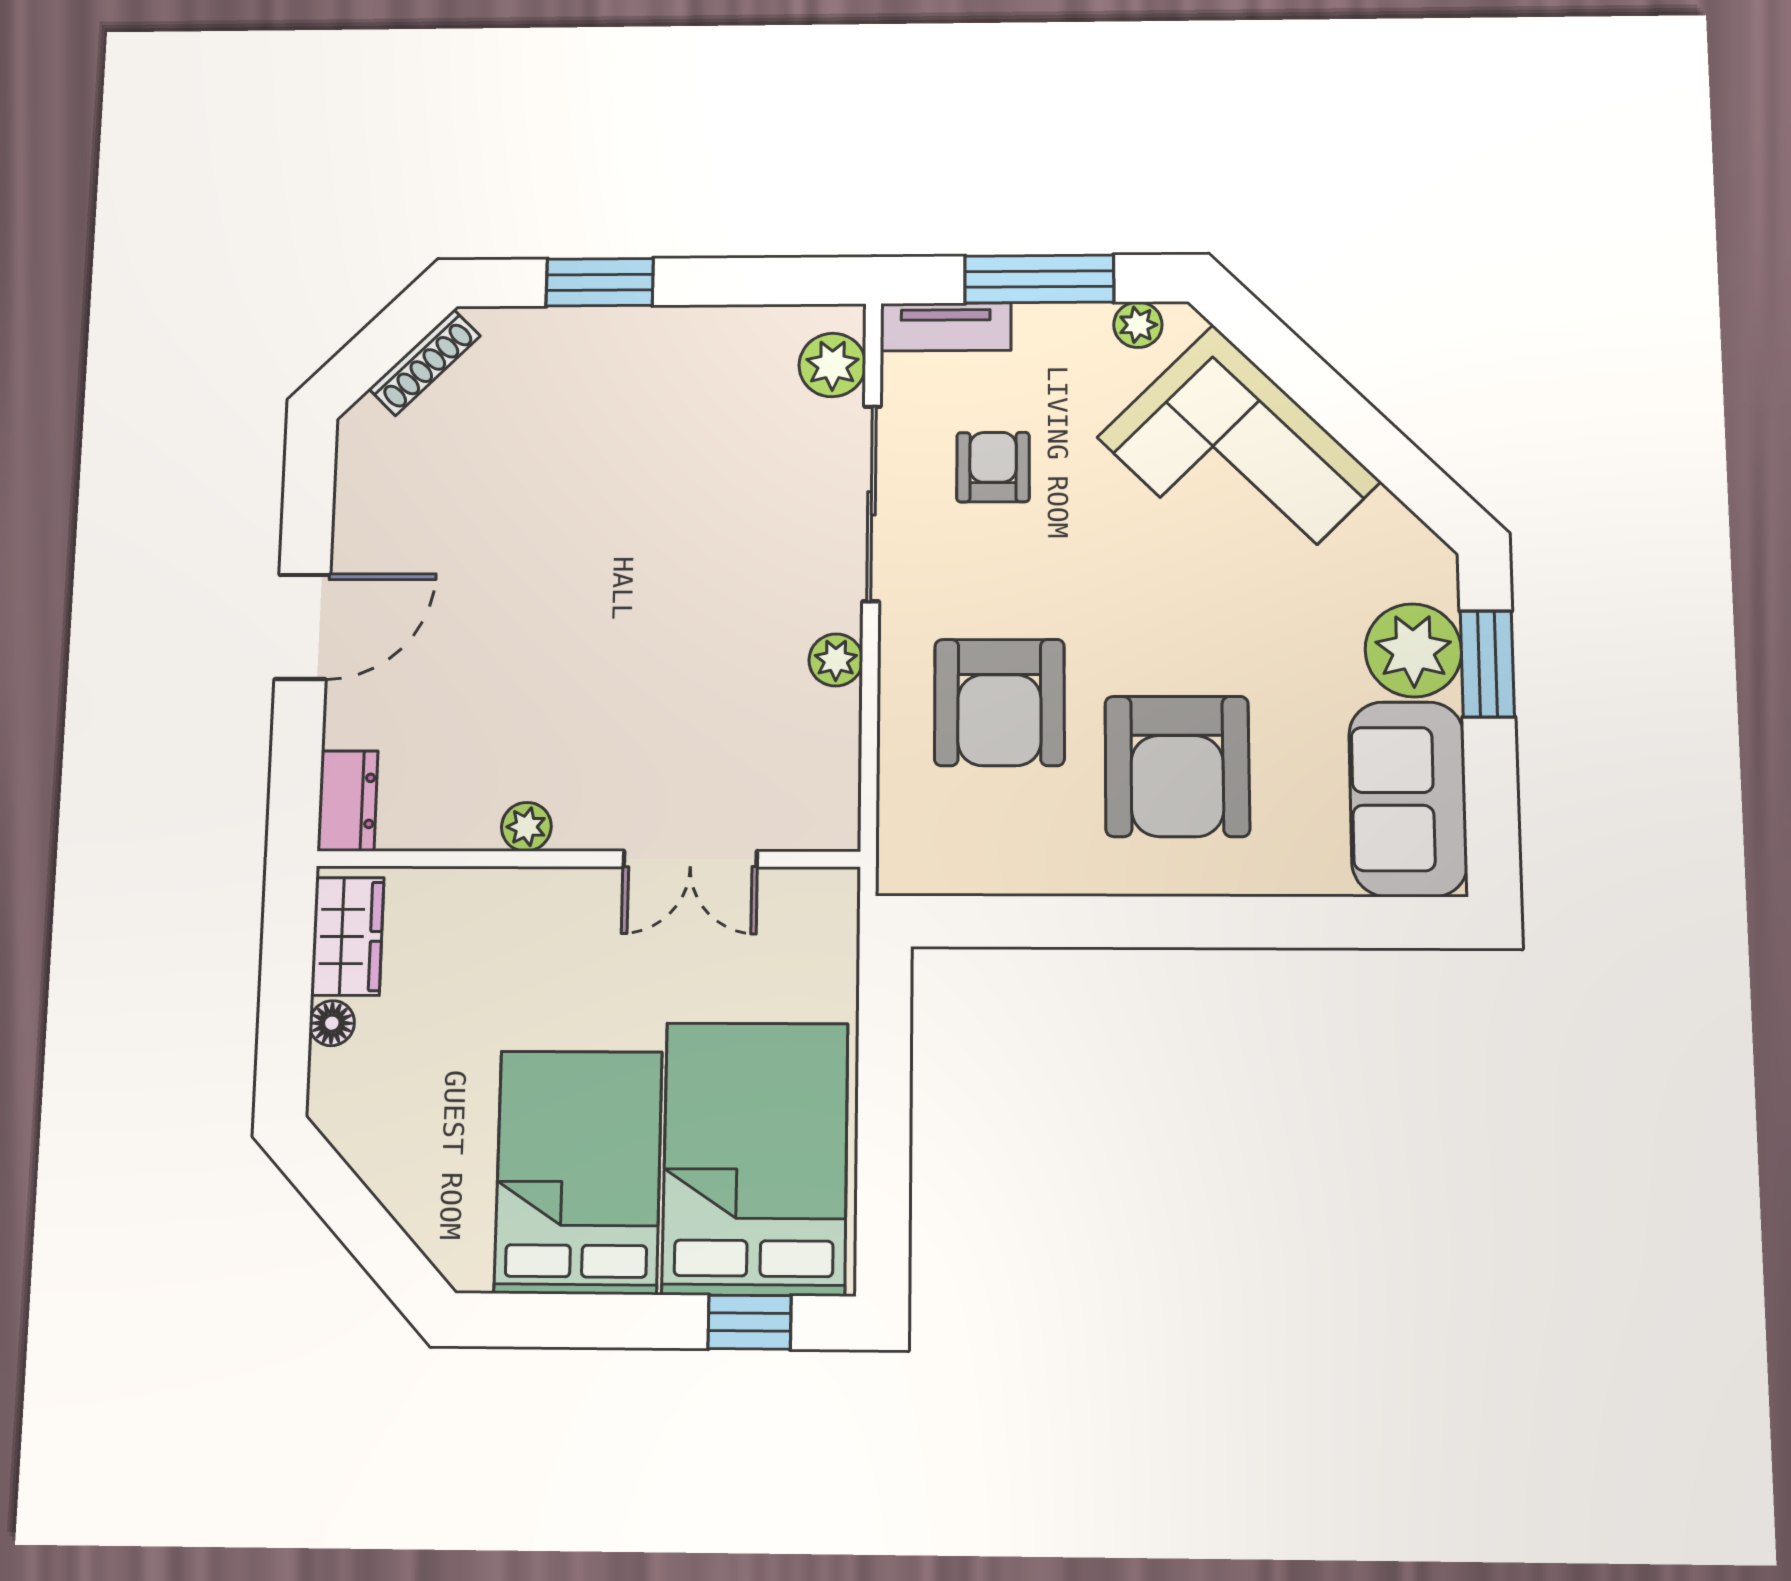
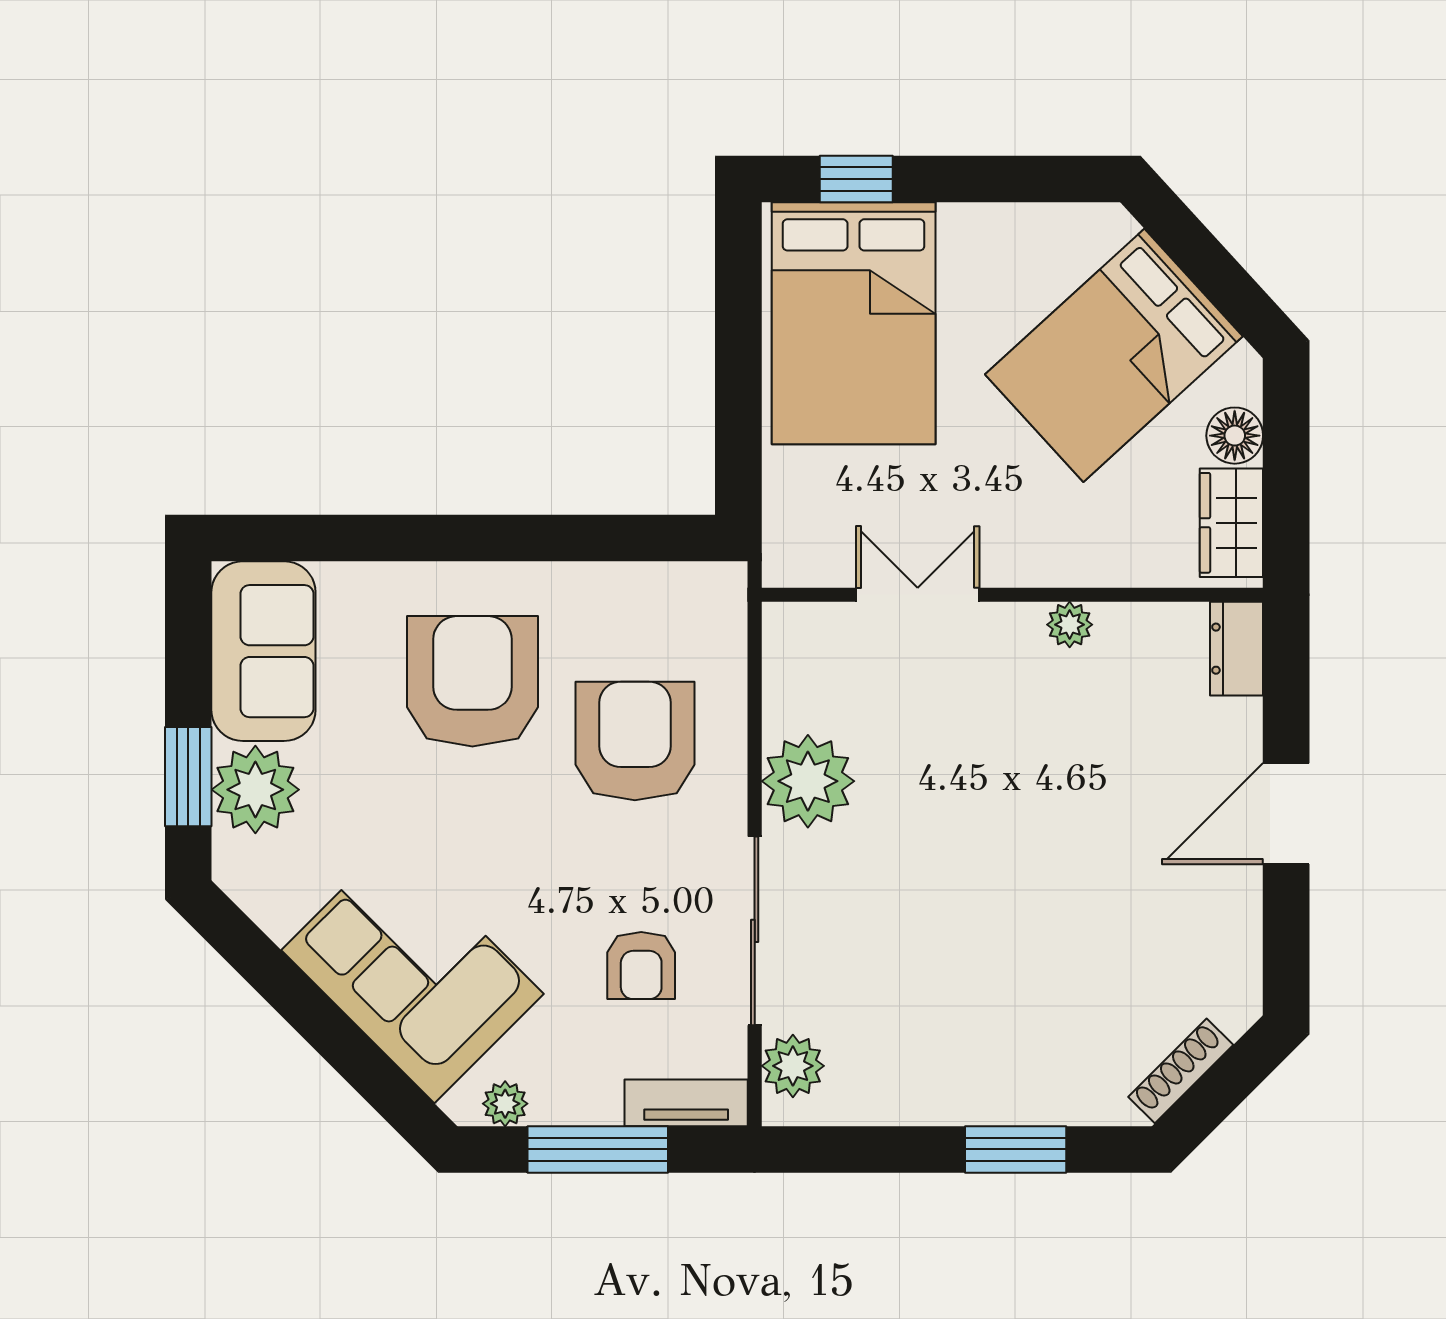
plant: (836, 660) -> (808, 781), width x1.88, depth x1.88
floor lamp: (332, 1023) -> (1235, 436), width x1.37, depth x1.37
bed: (578, 1172) -> (1114, 355), moved, turned 48

